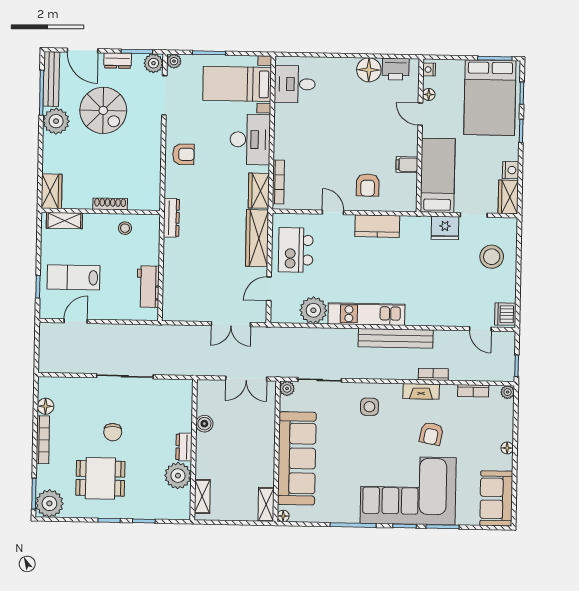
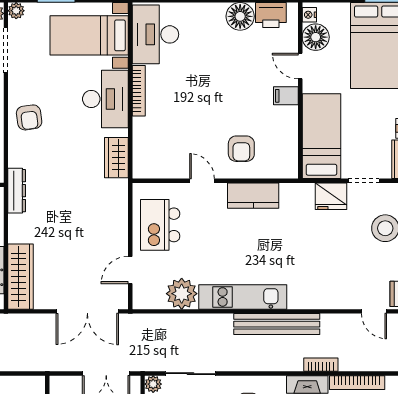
desk: (295, 84) -> (155, 34), width x1.37
floor lamp: (429, 95) -> (316, 37), width x1.89, depth x1.89
armchair: (183, 154) -> (29, 117), turned 82
filing cabinet: (407, 165) -> (286, 96), moved
bookcase: (278, 182) -> (139, 91), moved
wardrobe: (257, 238) -> (21, 277), moved, turned 180
double door: (231, 324) -> (87, 311), width x1.37
bookcase: (473, 391) -> (357, 383), width x1.56

